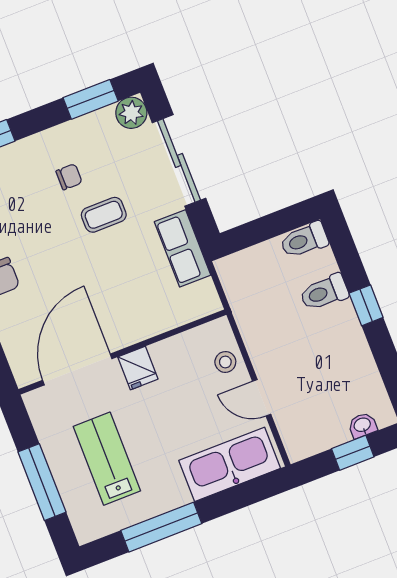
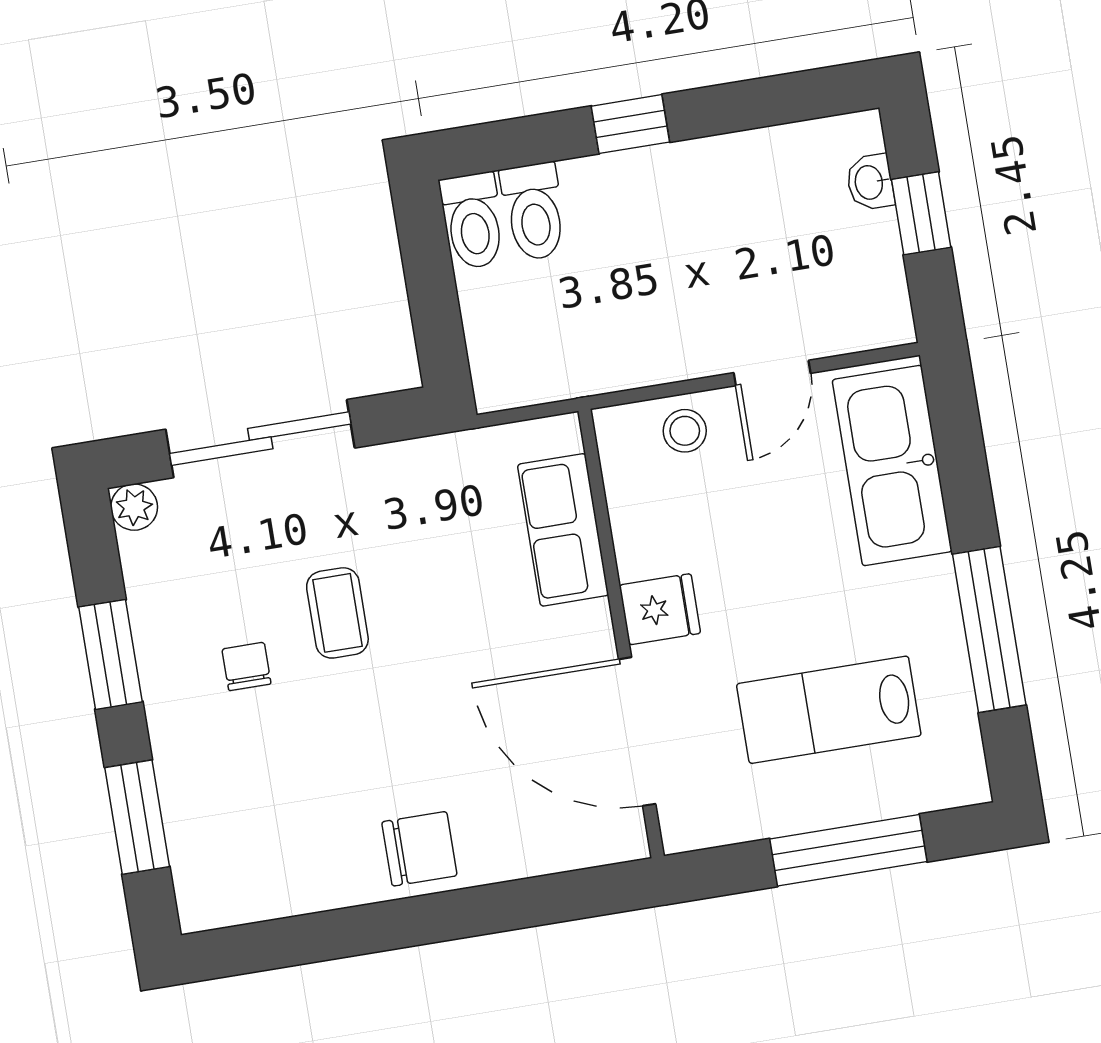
window: (91, 99) -> (111, 654), moved
plant: (131, 113) -> (134, 507), width x0.73, depth x0.73
row of seats: (183, 248) -> (563, 530), moved, turned 90
toilet: (324, 292) -> (534, 212), moved

